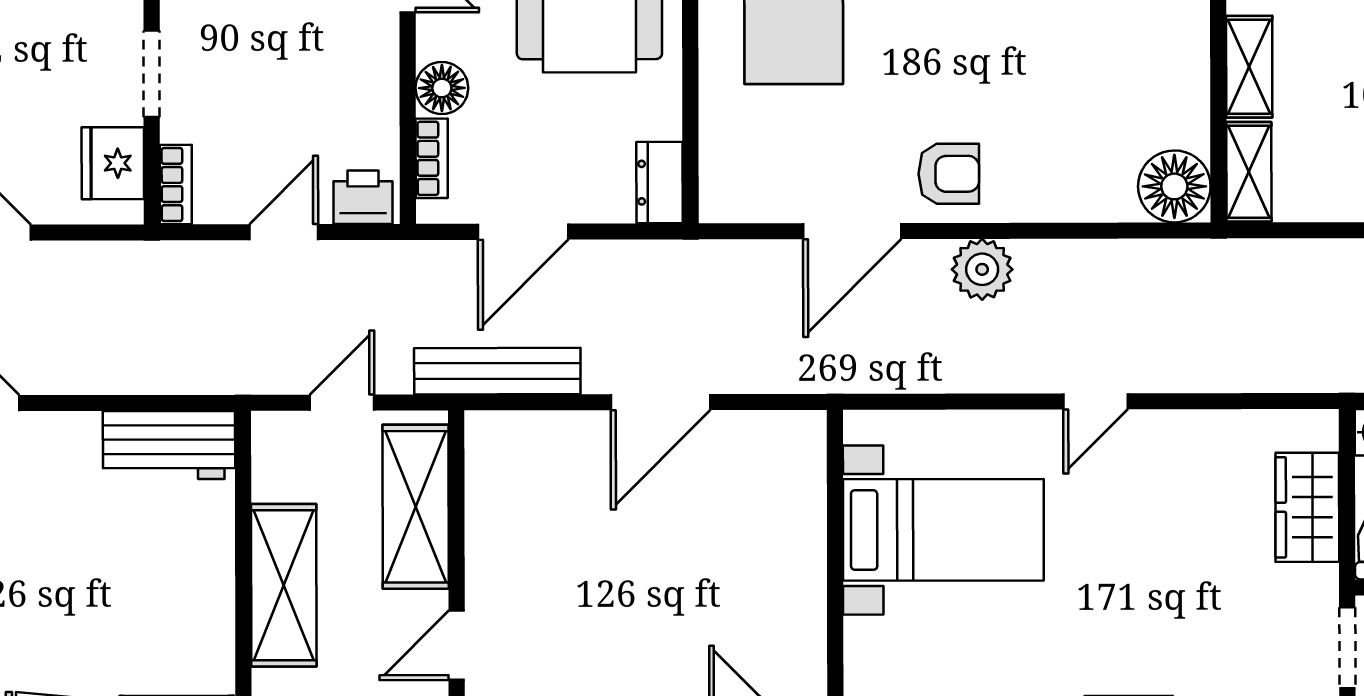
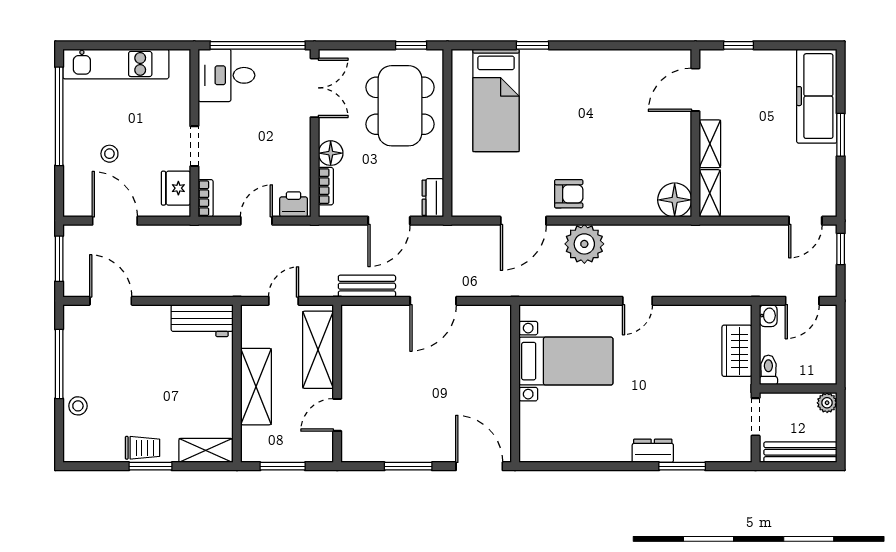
door: (523, 232) -> (389, 221), moved
plant: (982, 269) -> (584, 244), width x1.36, depth x1.36
bench: (497, 371) -> (367, 286), width x0.73

